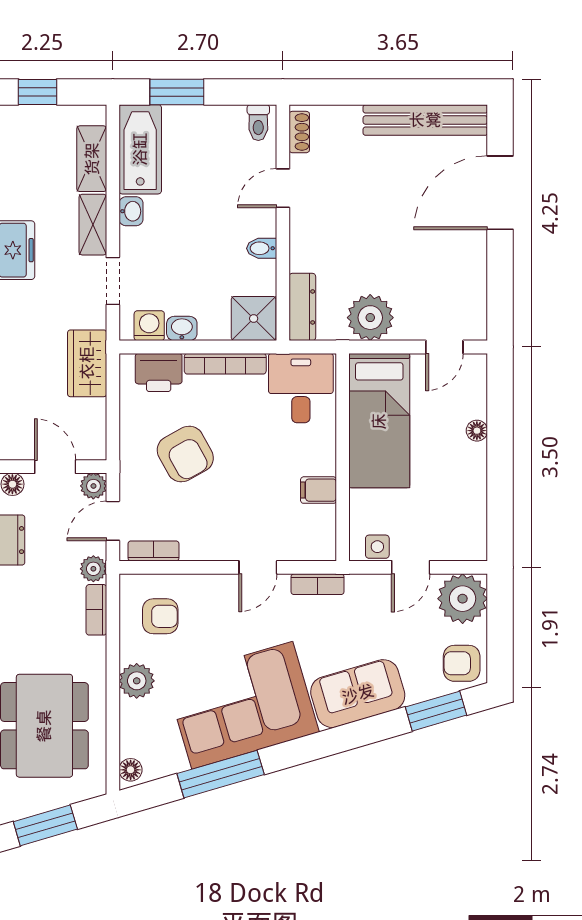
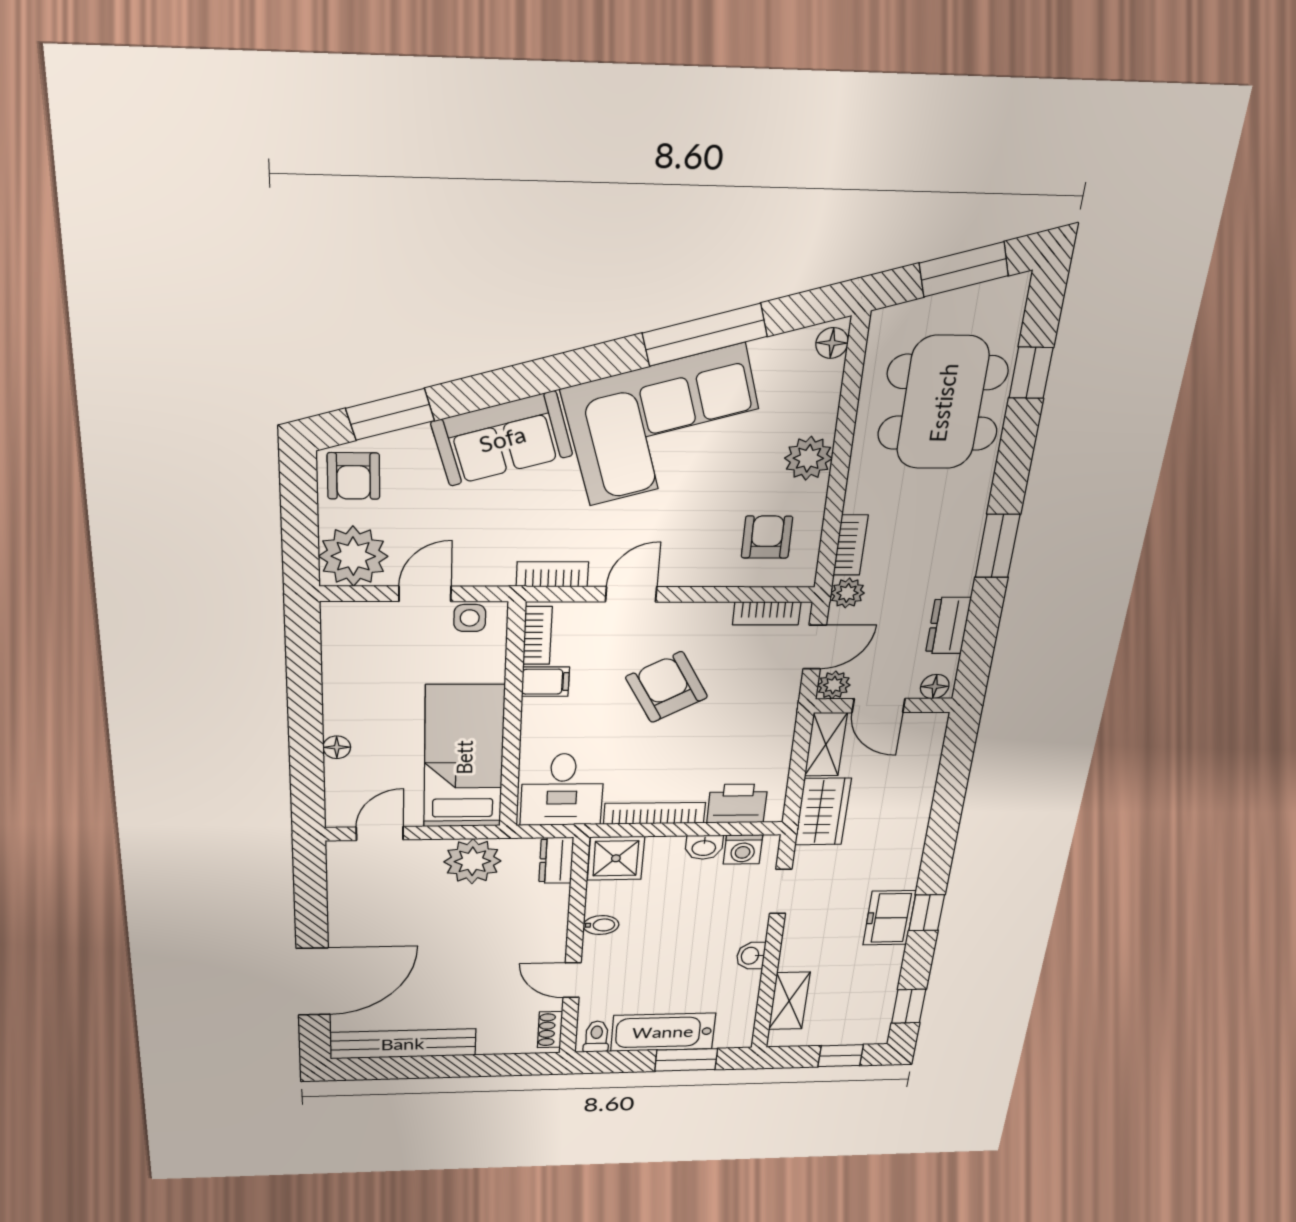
bathtub: (140, 149) -> (663, 1032), moved, turned 90
door: (283, 188) -> (572, 980), swing flipped
shelving: (93, 225) -> (826, 744), moved
dresser: (302, 307) -> (556, 860), width x0.70
armchair: (185, 454) -> (667, 687), moved
bookcase: (326, 531) -> (538, 636), added
armchair: (160, 616) -> (767, 537), turned 90
armchair: (462, 663) -> (353, 476), turned 90

